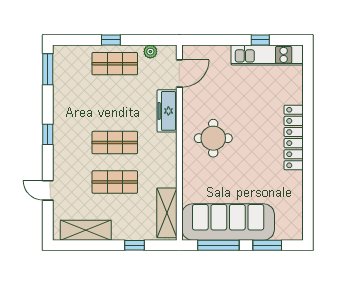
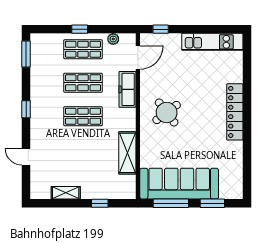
window: (260, 40) -> (161, 29), moved
round table: (213, 138) -> (167, 113), turned -37
shop shelf: (115, 182) -> (83, 83), moved
shelving: (167, 213) -> (127, 153), moved
shelving: (86, 230) -> (66, 193), width x0.67, depth x0.75

